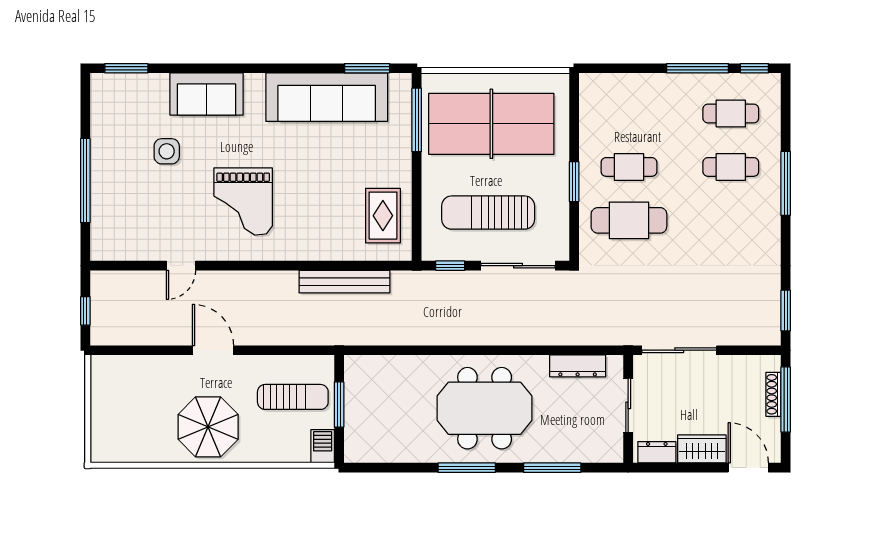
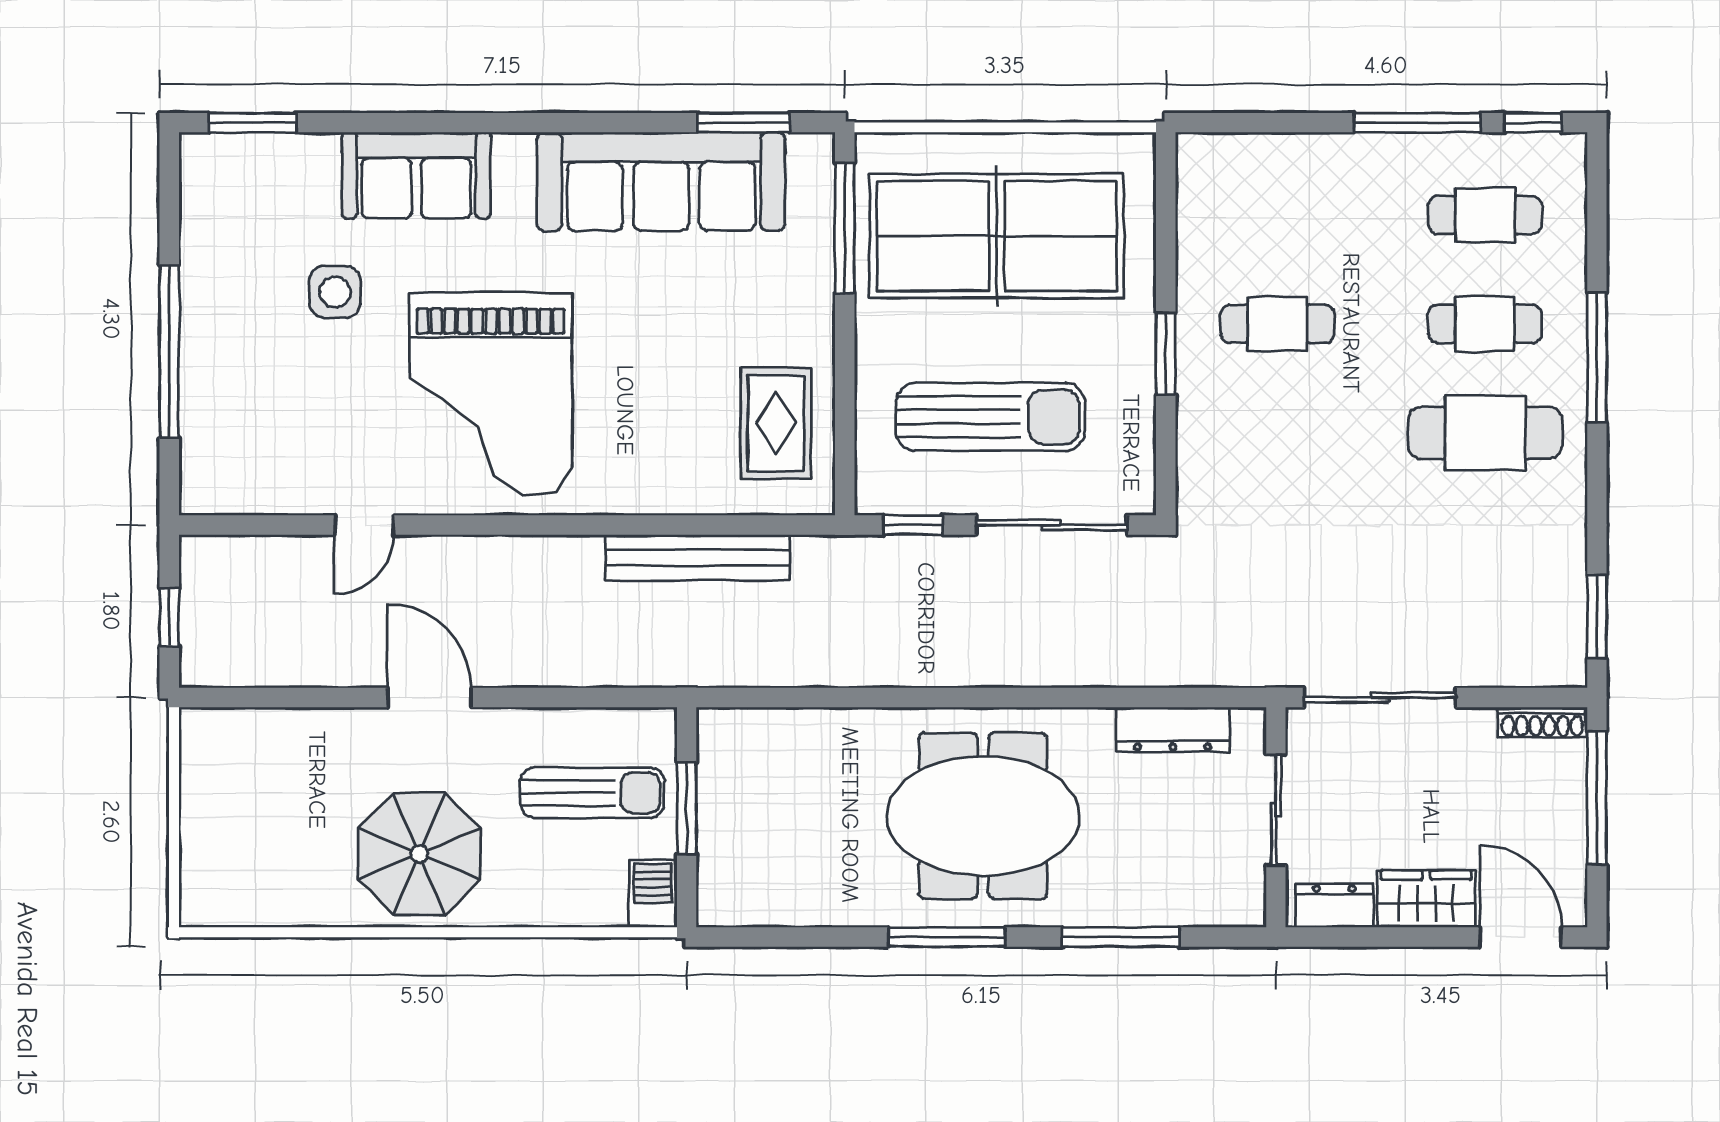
grand piano: (243, 202) -> (491, 394), width x1.37, depth x1.48
sun lounger: (488, 213) -> (990, 417), turned 180
cafe table: (629, 220) -> (1485, 433), moved
shoe rack: (773, 394) -> (1542, 722), moved, turned -90

